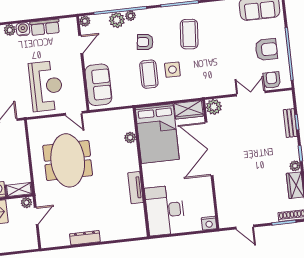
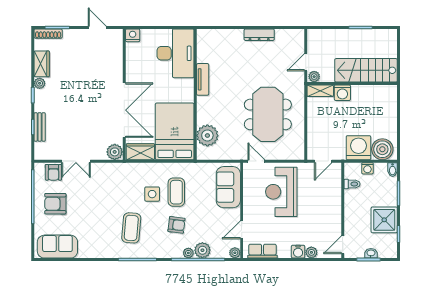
row of seats: (45, 27) -> (263, 251), moved
plant: (130, 138) -> (207, 135), width x1.87, depth x1.87

